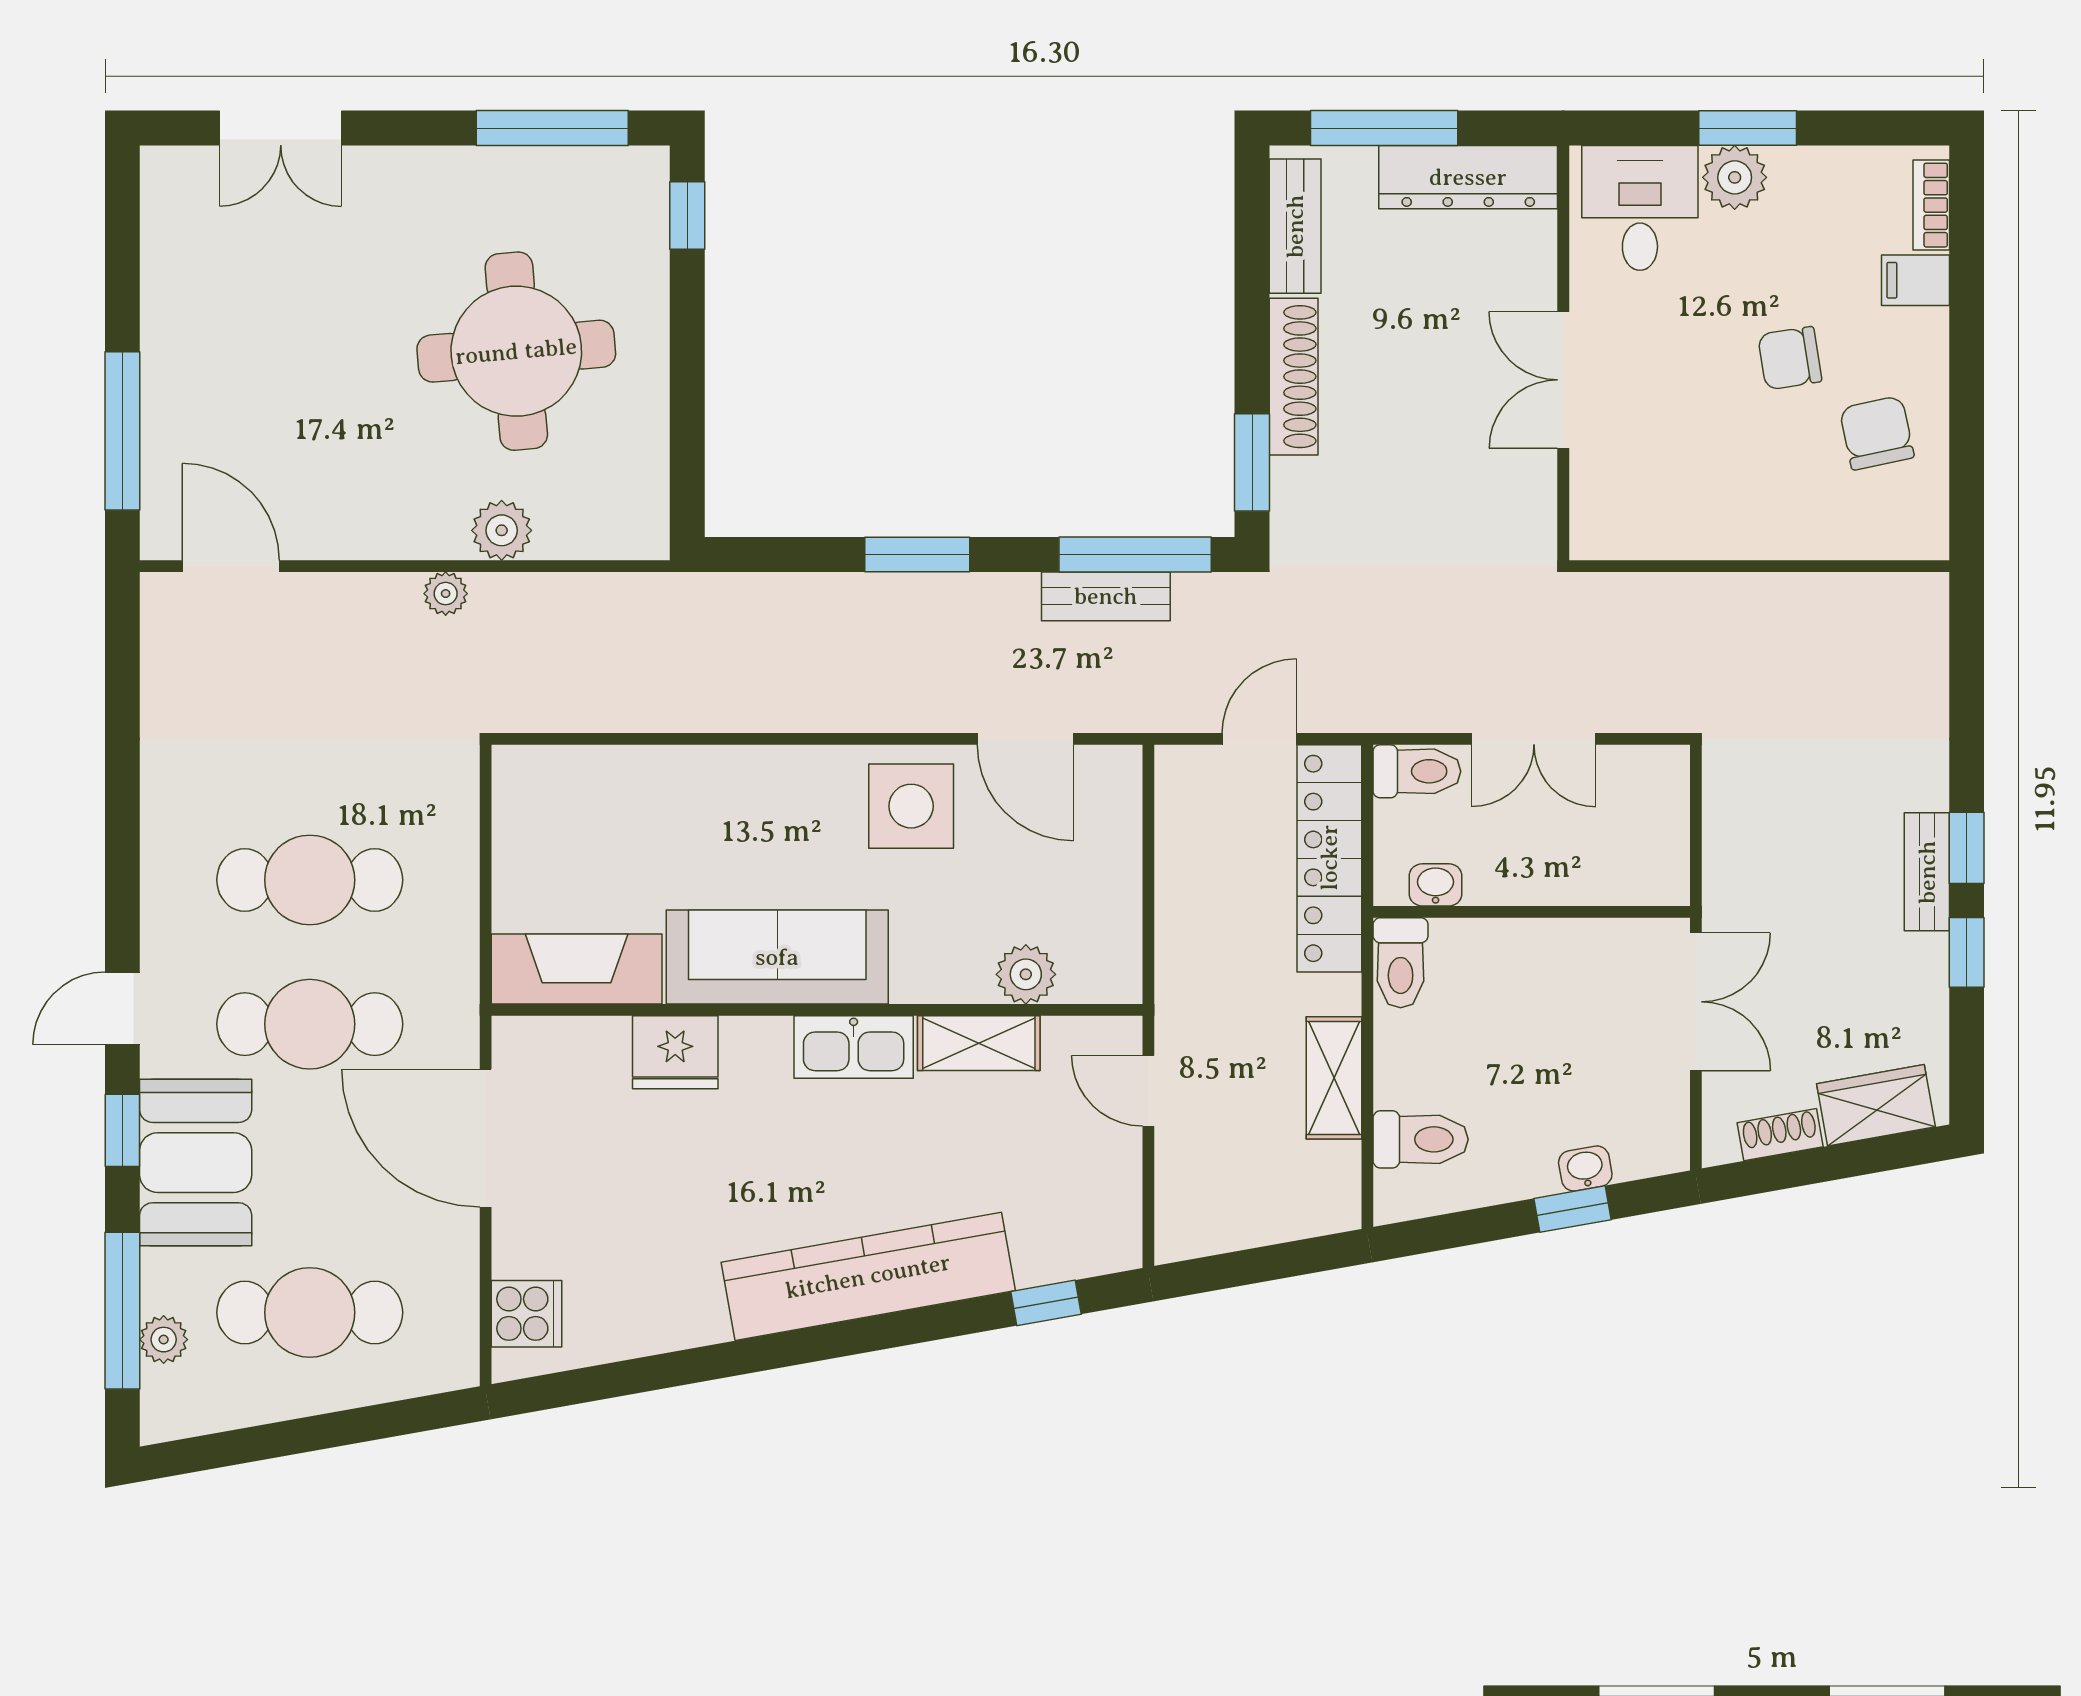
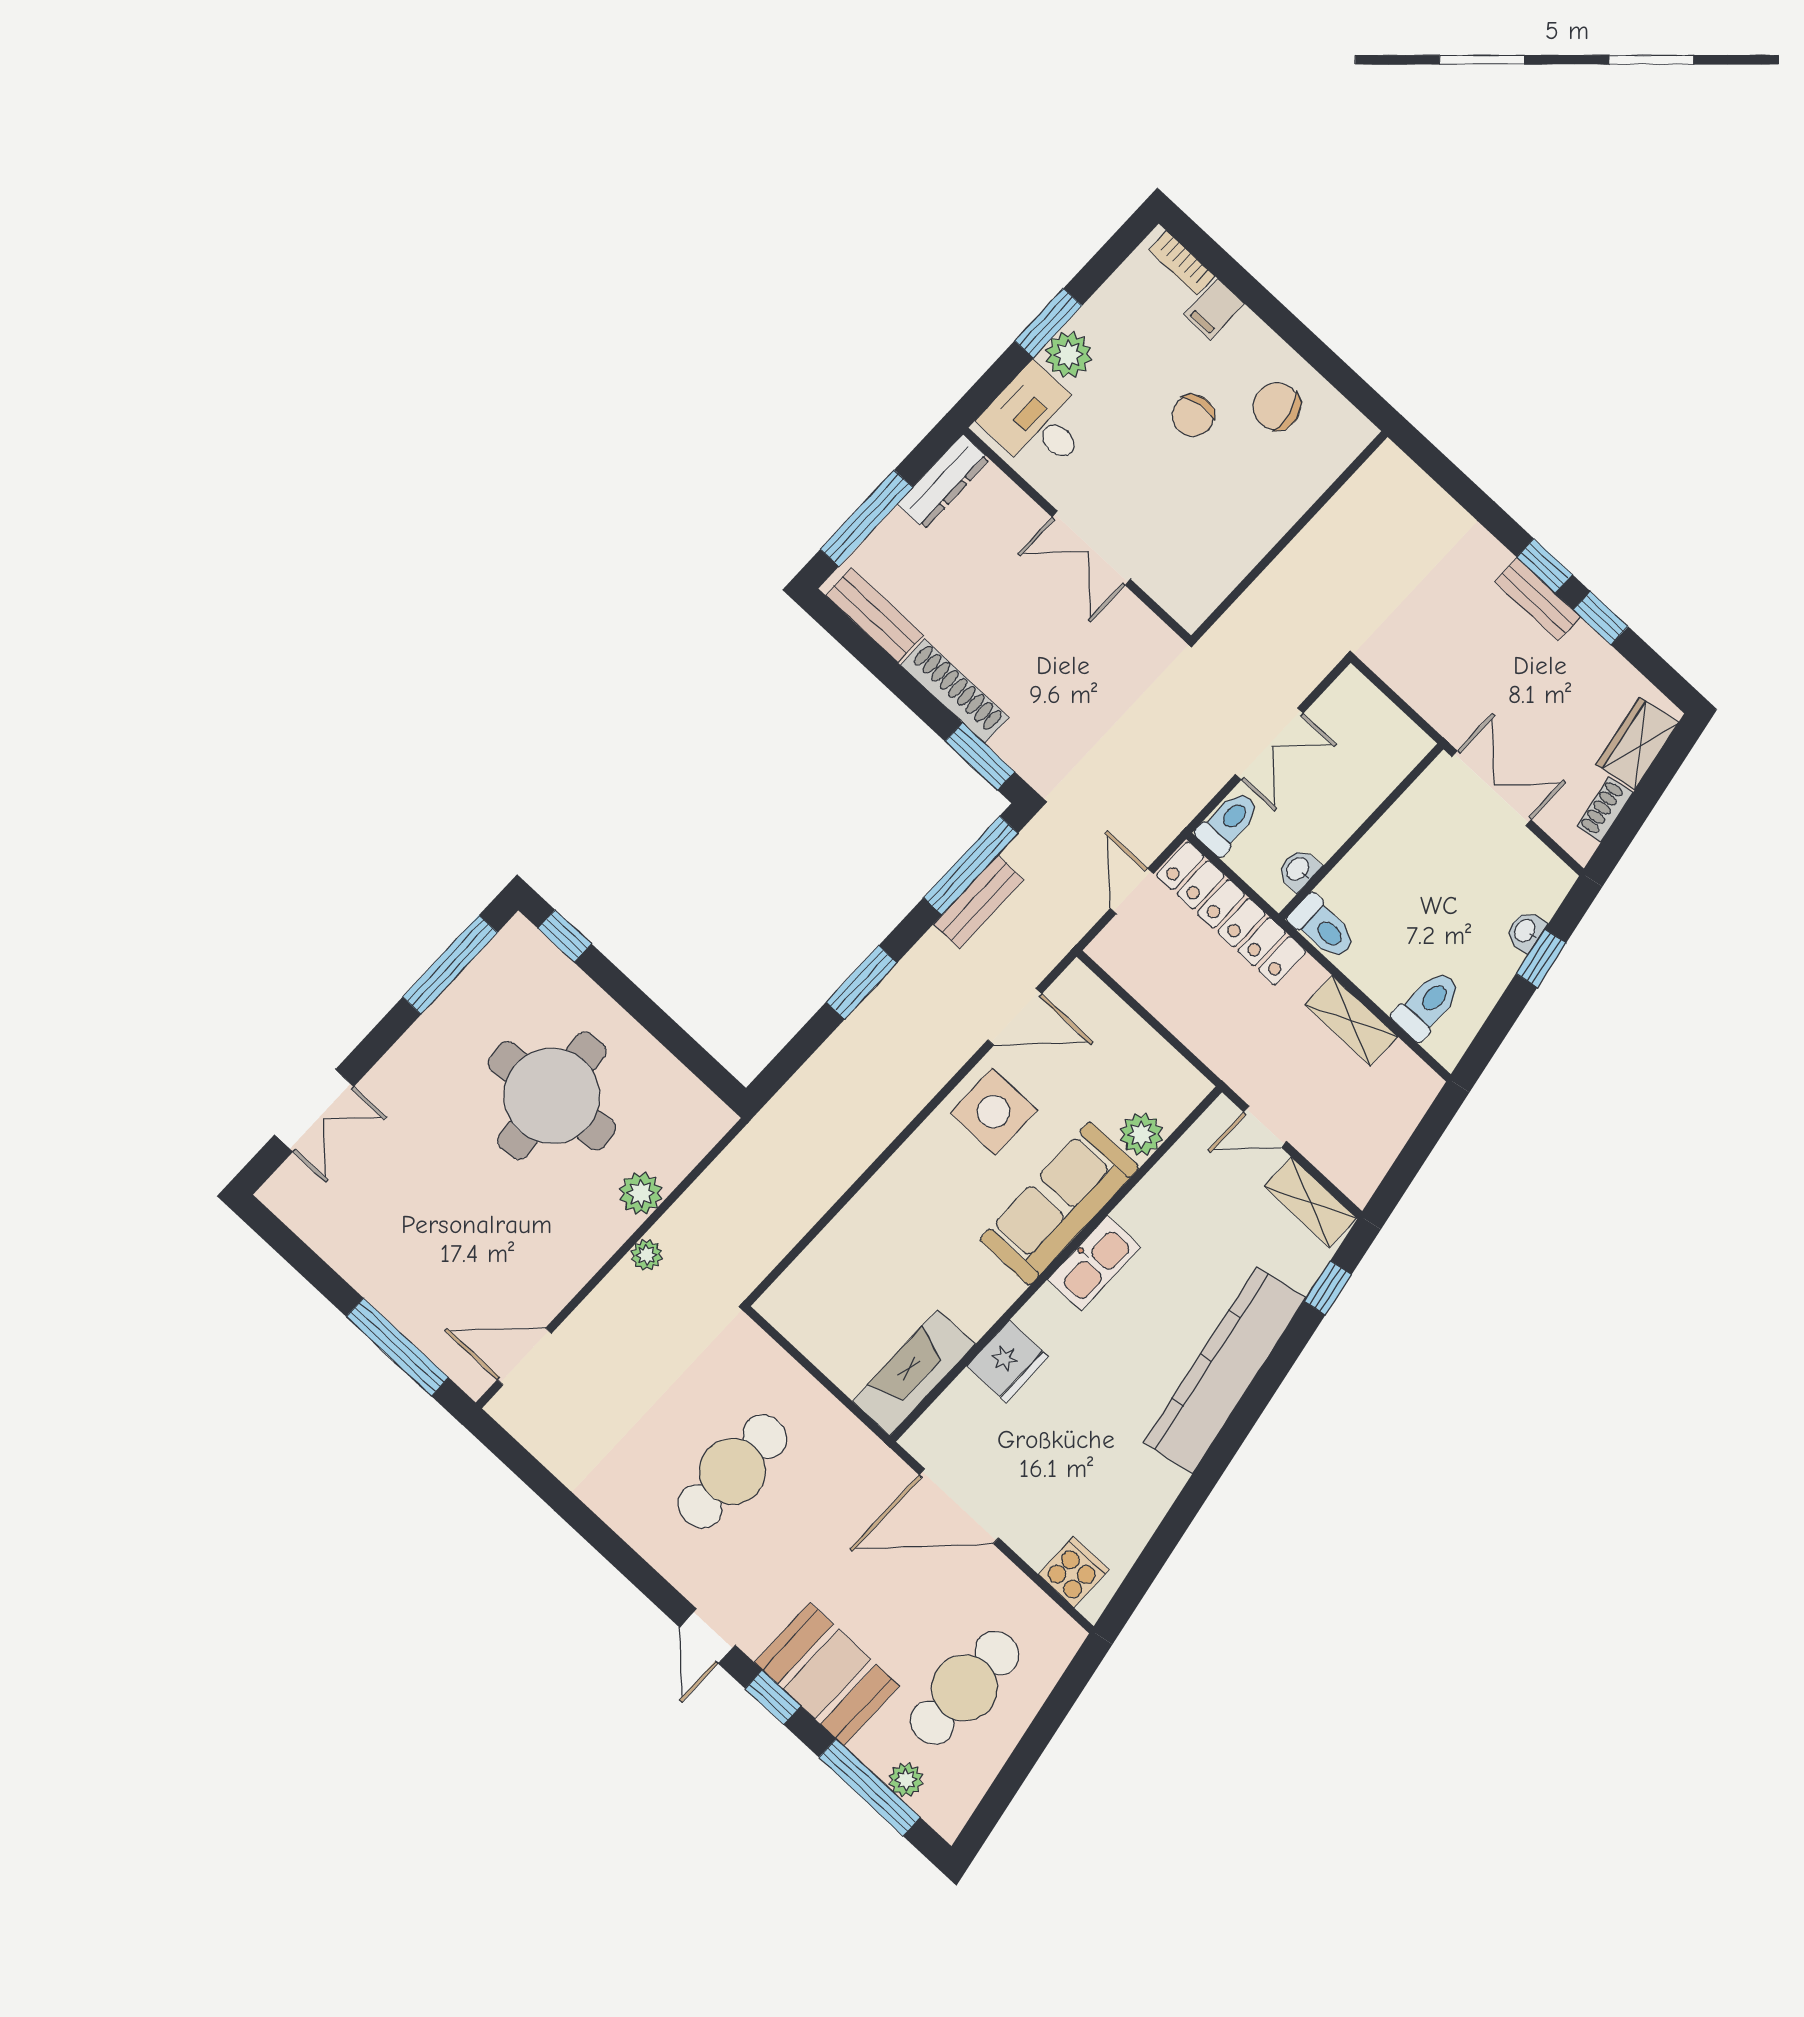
dresser: (1468, 177) -> (944, 482), width x0.73, depth x0.80
sofa: (777, 957) -> (1059, 1203), moved
cafe table: (310, 1024) -> (810, 1544), removed
shelving: (979, 1043) -> (1310, 1202), moved, turned 90

